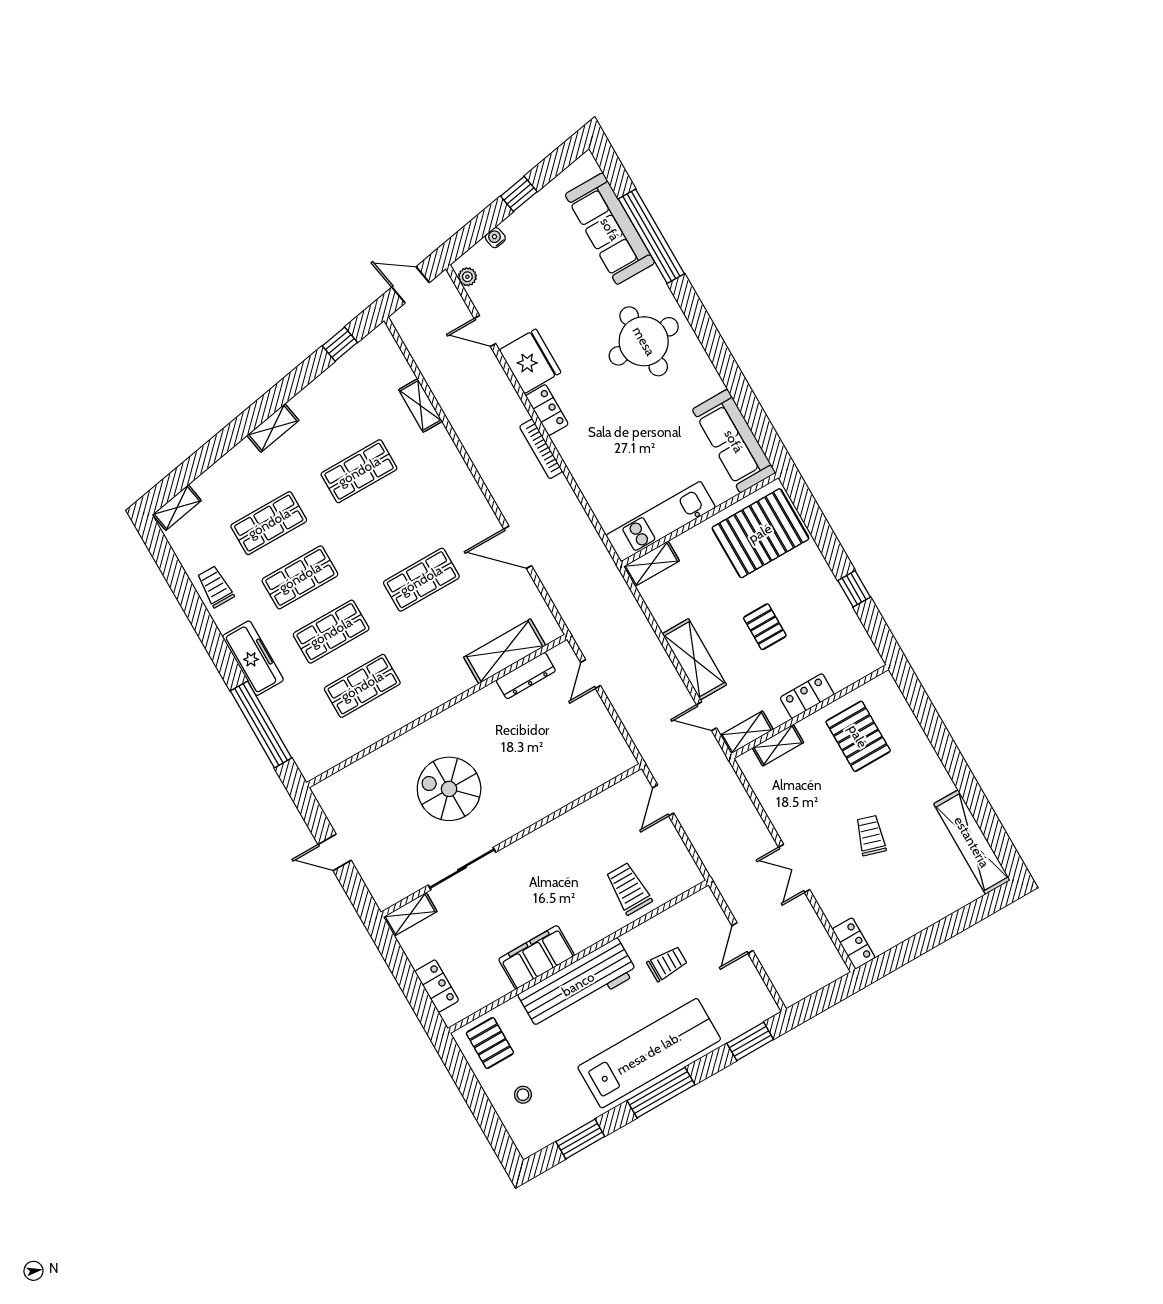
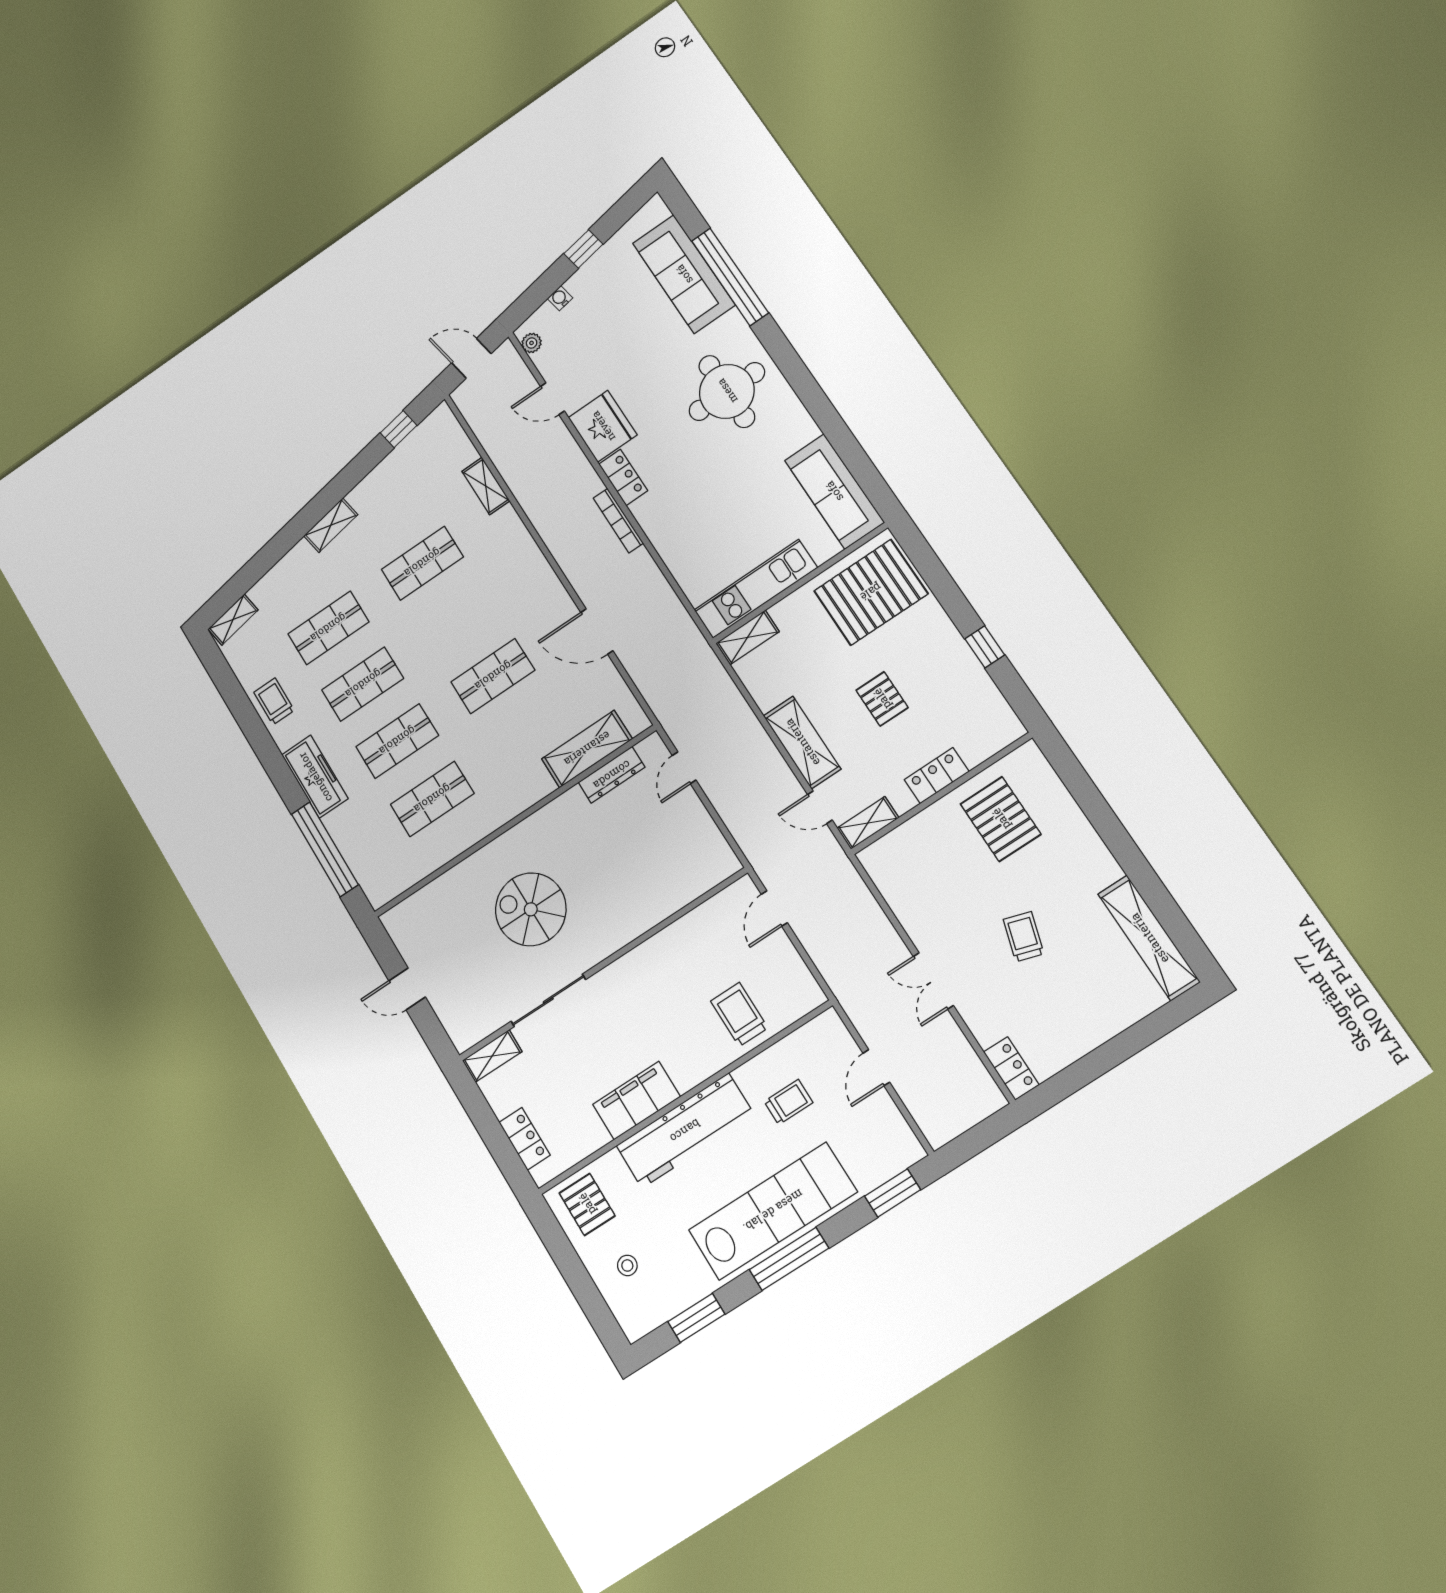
shelving: (778, 745) -> (905, 836), removed

